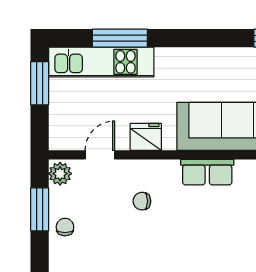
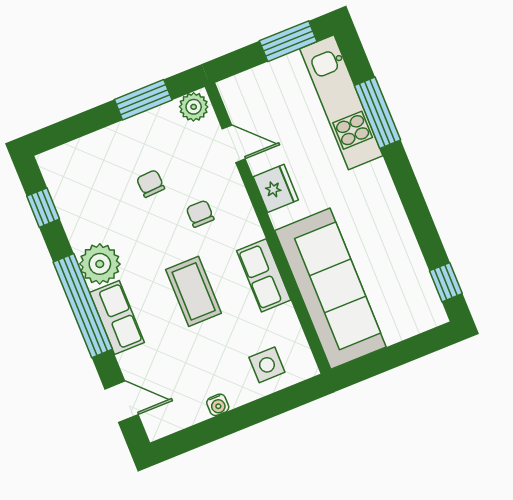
chair: (65, 227) -> (151, 184), moved, turned -93
coffee table: (198, 229) -> (194, 291), added

